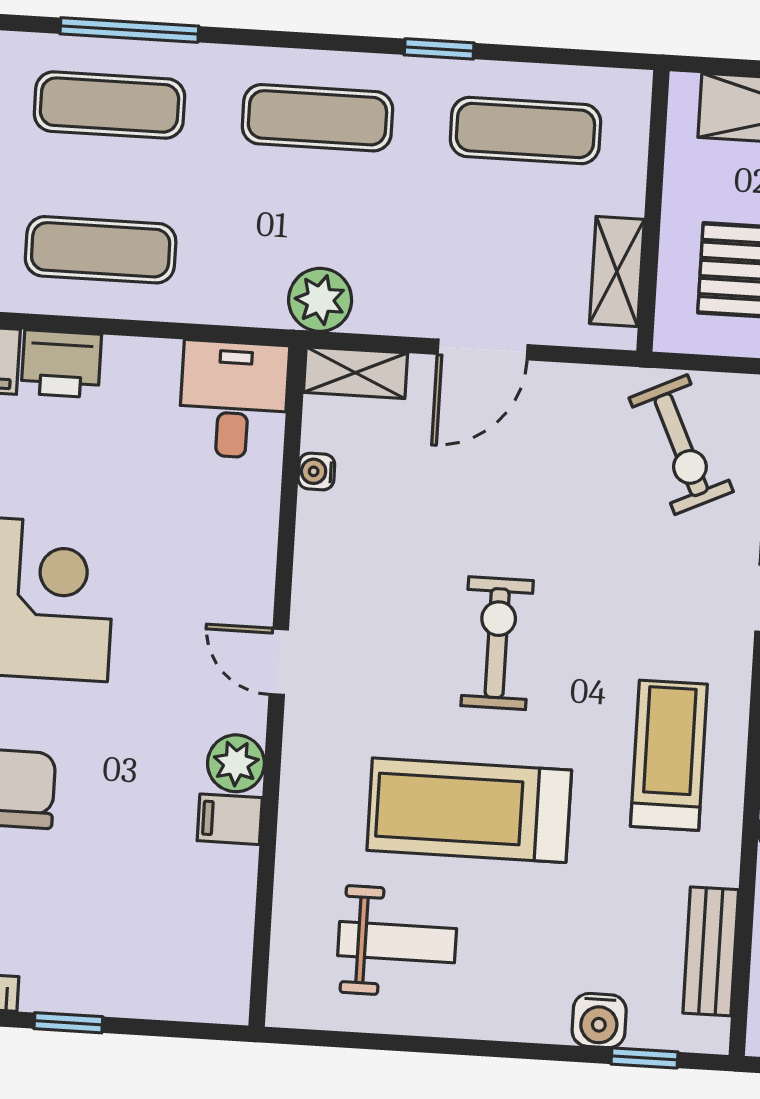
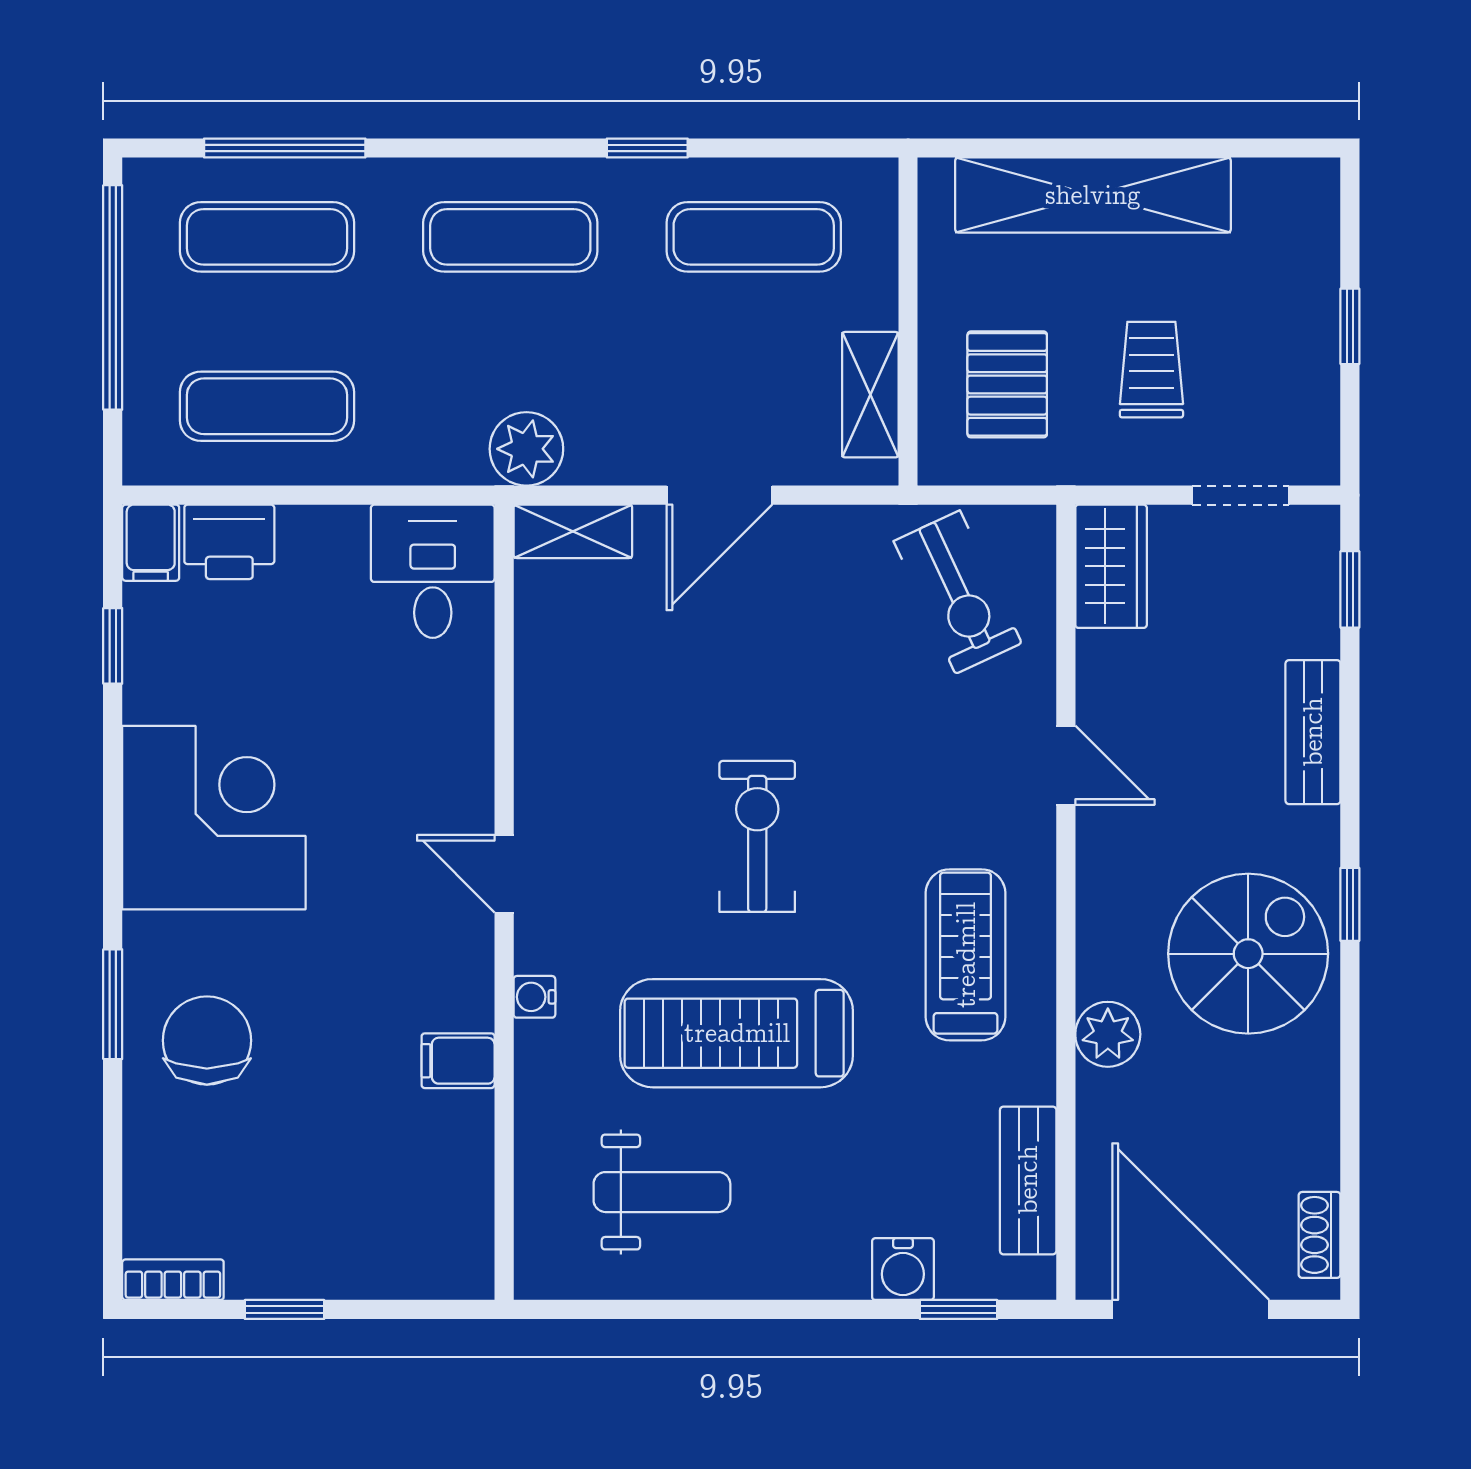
water cooler: (316, 472) -> (534, 997), moved
plant: (236, 763) -> (461, 995), removed

